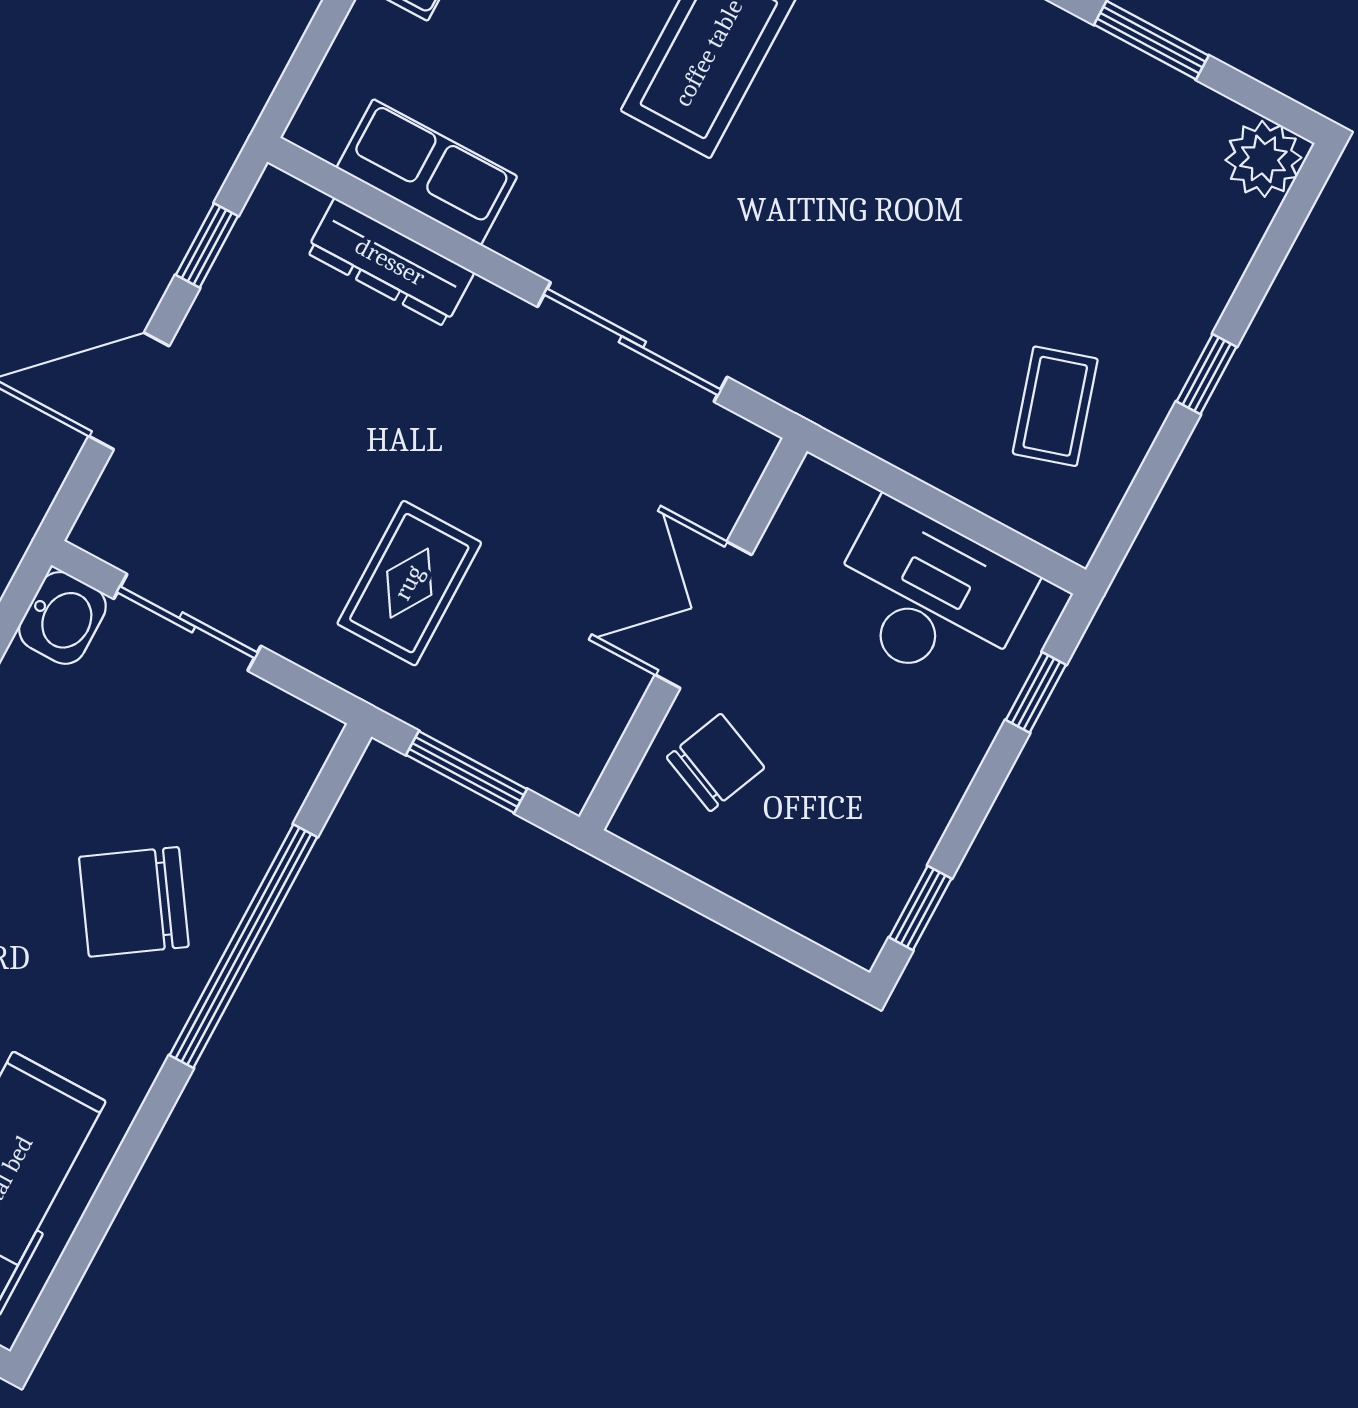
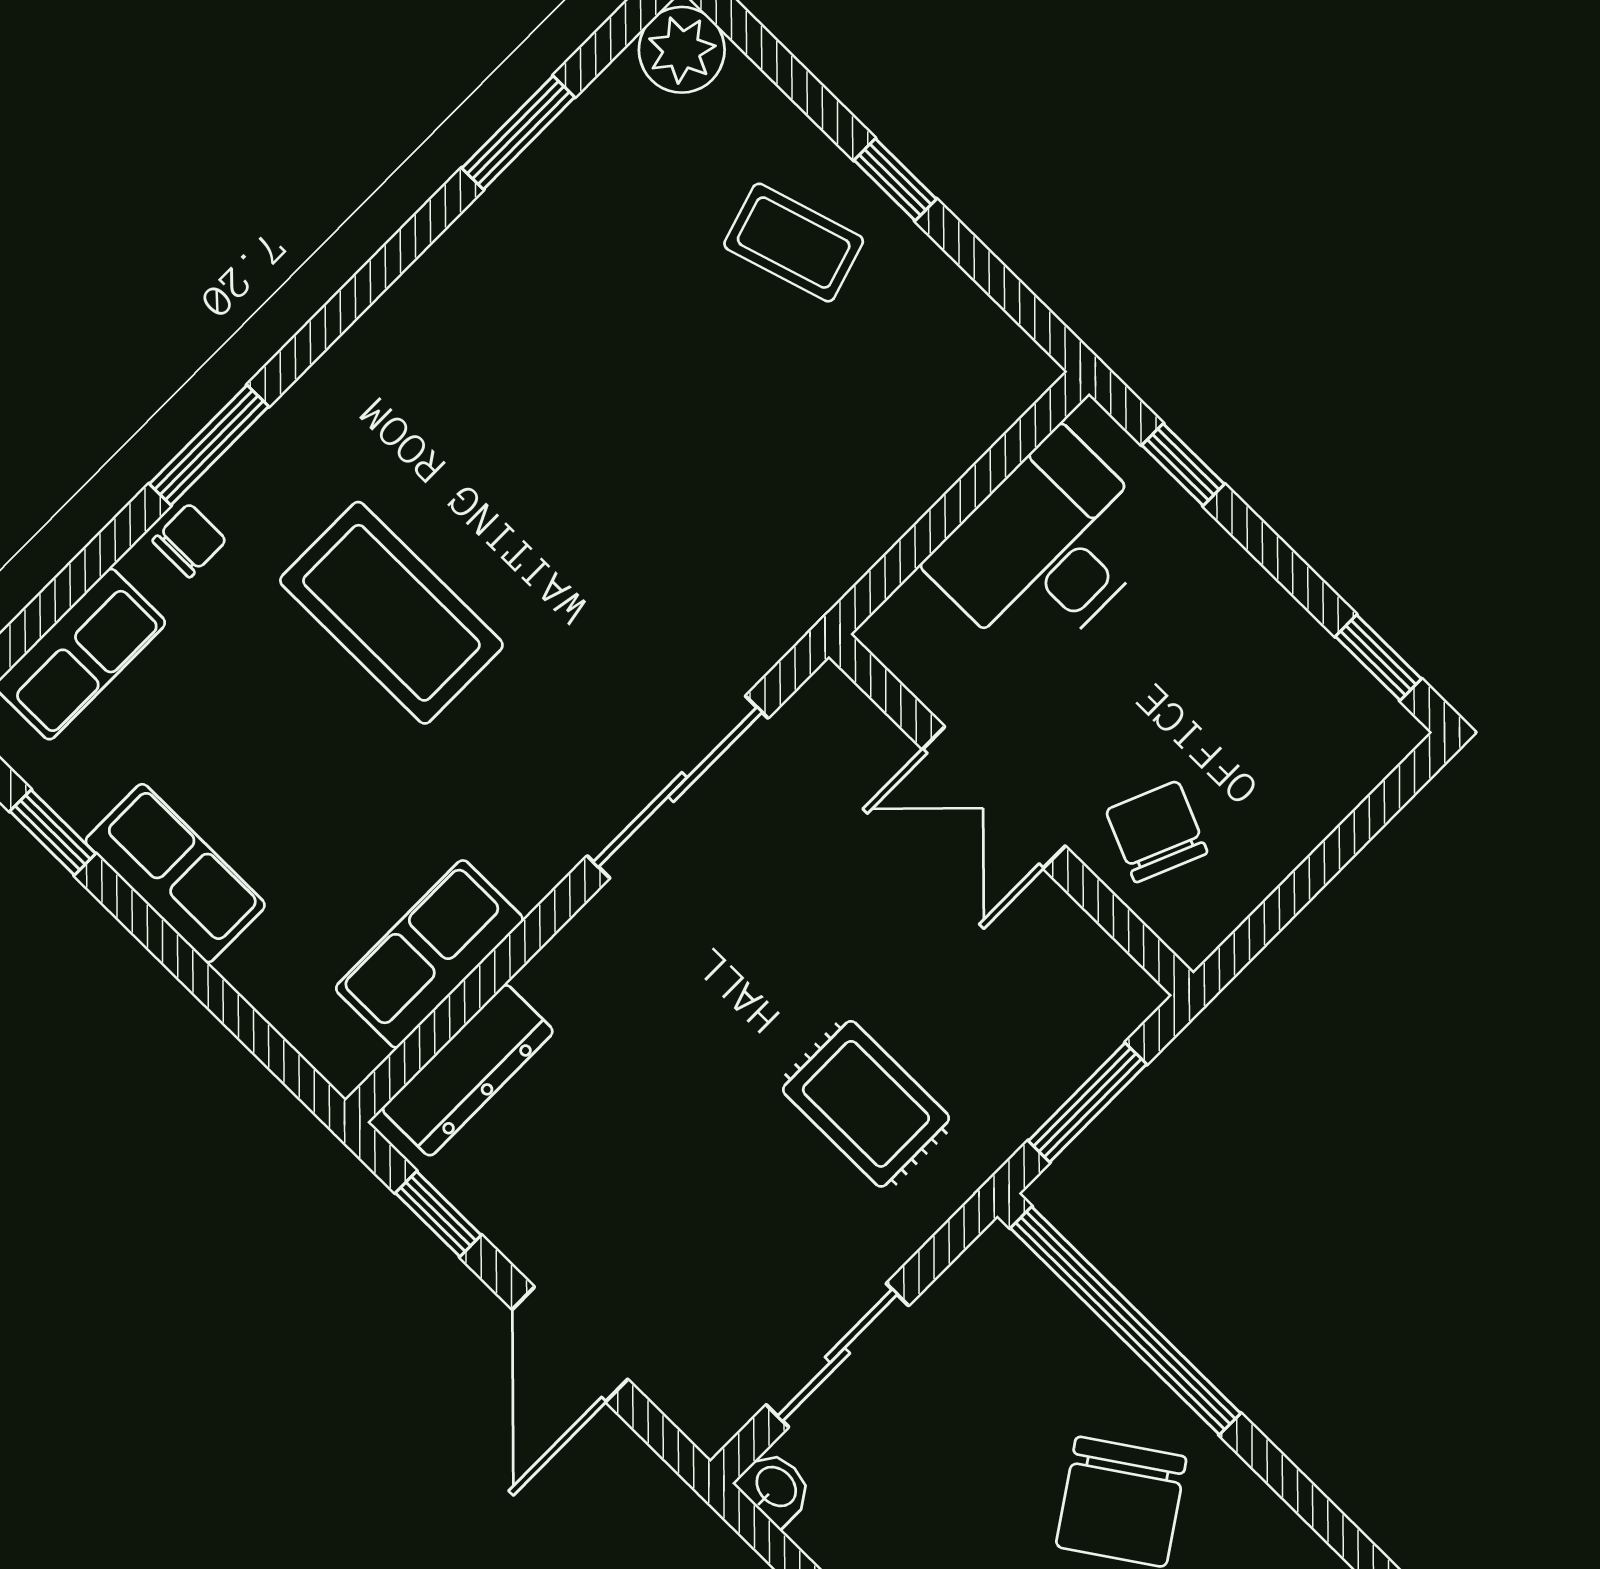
dresser: (390, 262) -> (468, 1070), moved
coffee table: (1055, 406) -> (794, 243), moved
washbasin: (62, 618) -> (775, 1488), width x0.72, depth x0.69
window: (243, 946) -> (1125, 1321), moved

